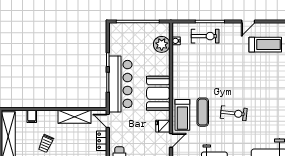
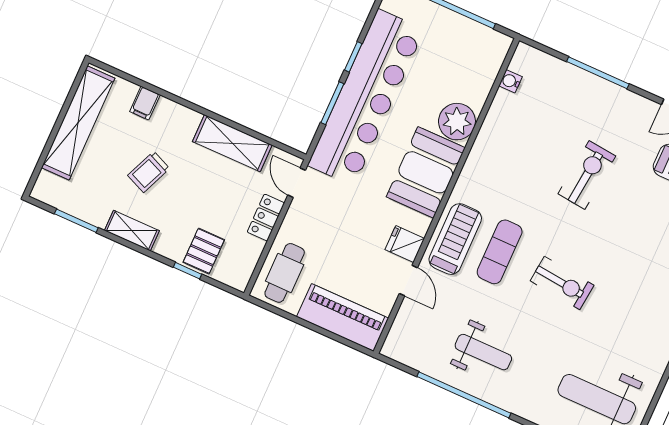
exercise bike: (205, 36) -> (587, 175), moved, turned -84
plant: (162, 44) -> (457, 122), moved
bar counter: (120, 84) -> (366, 97), width x1.36
treadmill: (182, 115) -> (455, 239), turned 180
door: (171, 140) -> (408, 281), hinge flipped

